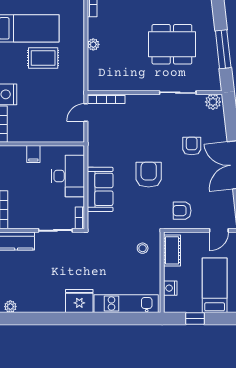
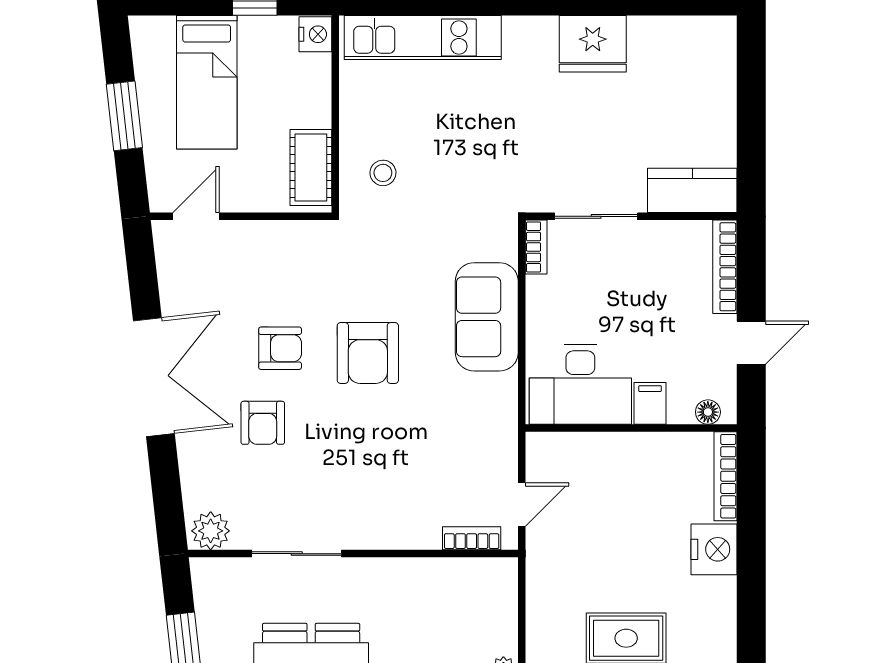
bookcase: (106, 99) -> (472, 538), width x0.64
floor lamp: (10, 150) -> (708, 412), added
desk: (68, 176) -> (580, 384), moved, turned -90
armchair: (182, 211) -> (280, 348), moved
nightstand: (170, 288) -> (315, 34), moved
fridge: (79, 301) -> (593, 44), moved
plant: (10, 307) -> (706, 30), removed

